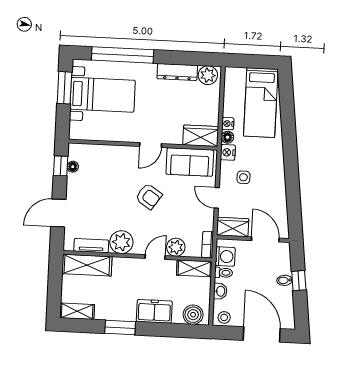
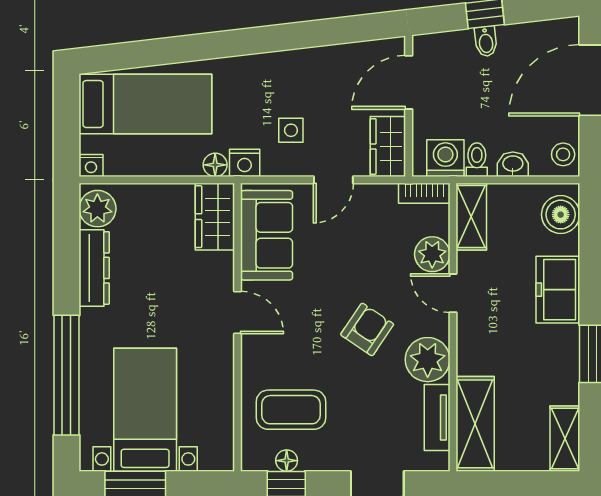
nightstand: (228, 124) -> (91, 165), moved
coffee table: (99, 170) -> (291, 410), added
armchair: (149, 196) -> (367, 329), moved

